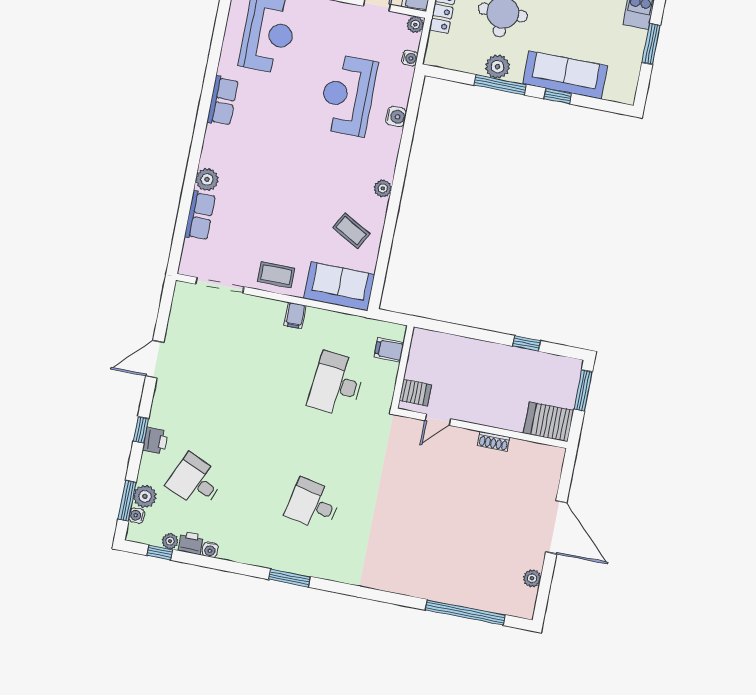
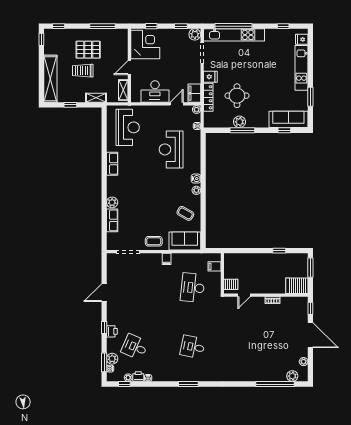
sofa: (565, 75) -> (288, 119), moved
window: (558, 96) -> (284, 130), moved
water cooler: (396, 116) -> (196, 179), moved
window: (567, 473) -> (310, 308), added
plant: (503, 603) -> (292, 376), added

